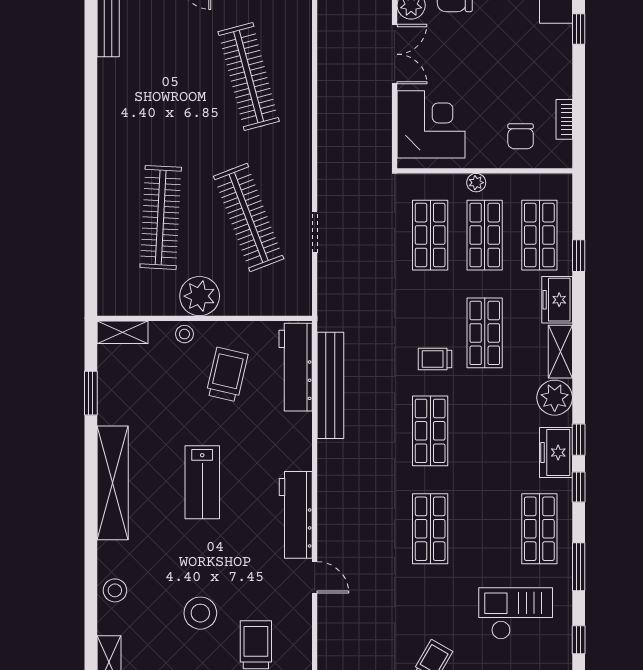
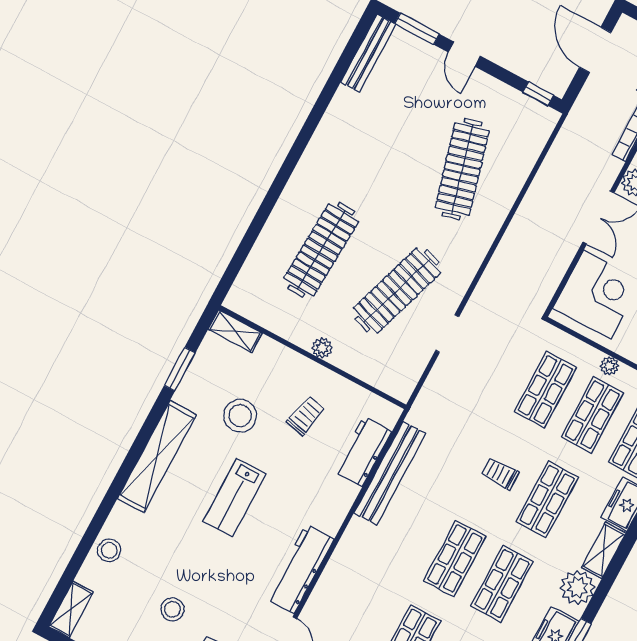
clothes rail: (249, 217) -> (397, 291), turned 39
plant: (200, 296) -> (322, 348), width x0.53, depth x0.53
stool: (184, 334) -> (240, 416), moved, width x1.89, depth x1.89
trolley: (435, 359) -> (500, 474), moved
workbench: (296, 367) -> (363, 452), width x0.73
trolley: (227, 375) -> (306, 416), width x0.73, depth x0.72
shop shelf: (485, 431) -> (502, 584), added
stool: (200, 613) -> (172, 609), width x0.73, depth x0.73

